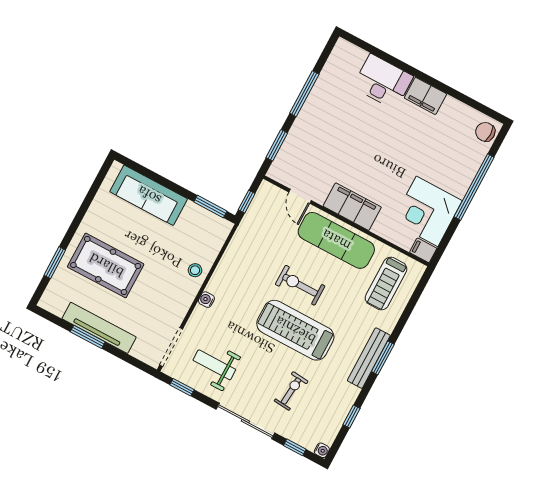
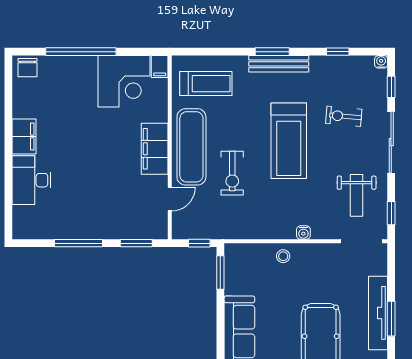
exercise bike: (300, 285) -> (232, 173), moved

